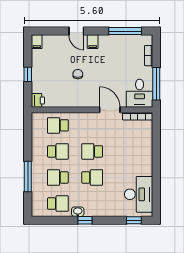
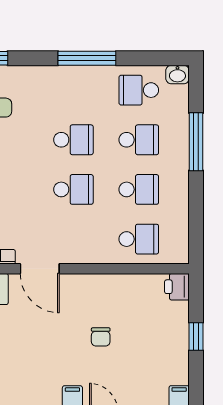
school desk: (58, 151) -> (139, 189), turned 180
school desk: (92, 177) -> (73, 140), turned 180
washbasin: (78, 212) -> (177, 75), moved
window: (85, 220) -> (87, 58), width x2.17

